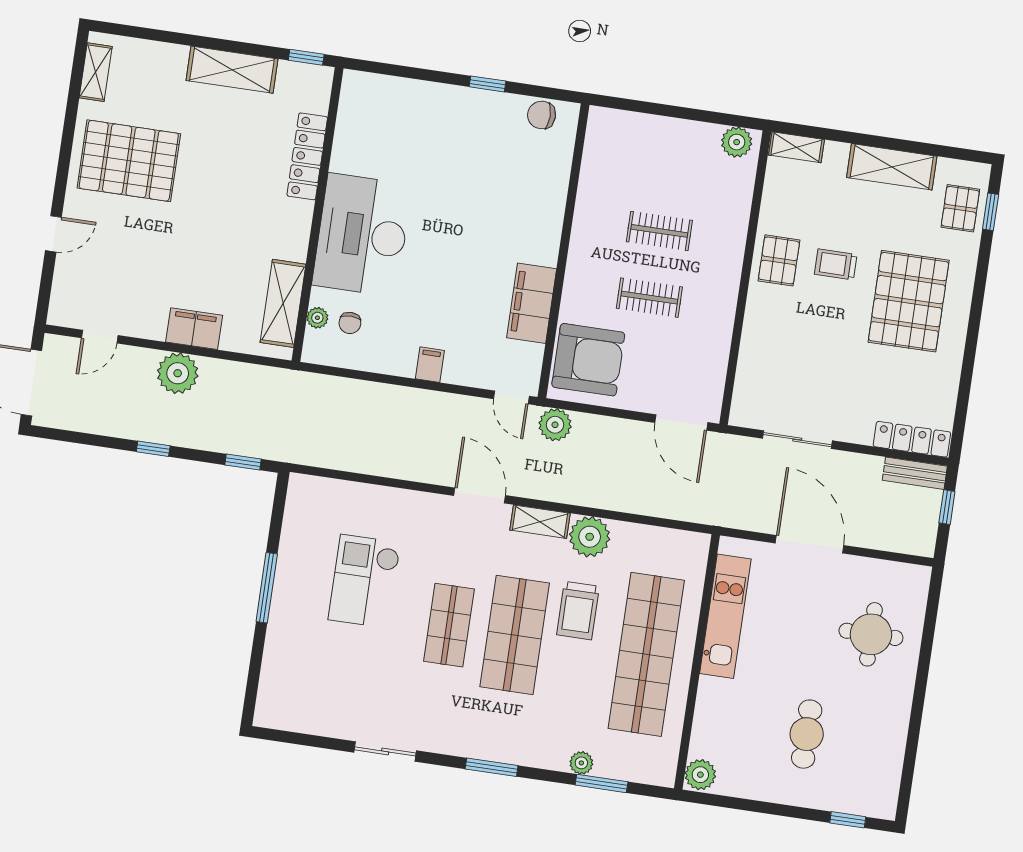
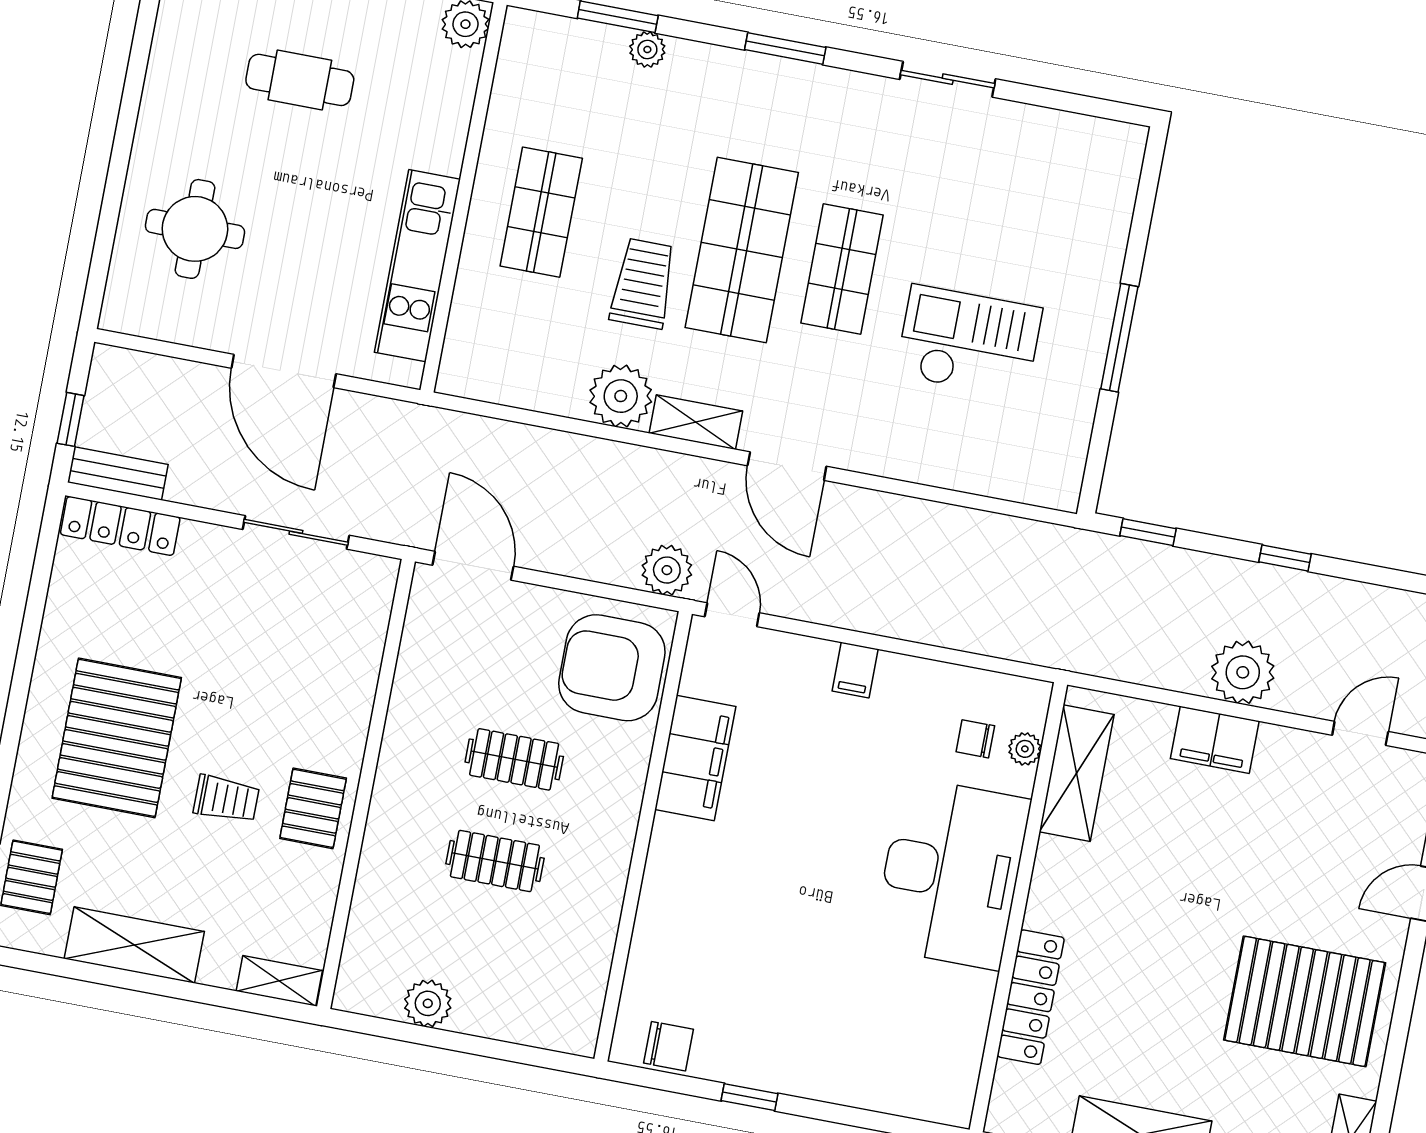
plant: (737, 142) -> (428, 1003), moved
chair: (350, 323) -> (975, 739), turned -90
checkout: (365, 581) -> (969, 342), turned -90
shop shelf: (646, 654) -> (541, 212), width x0.50, depth x0.74
cafe table: (807, 734) -> (300, 80), turned 90

